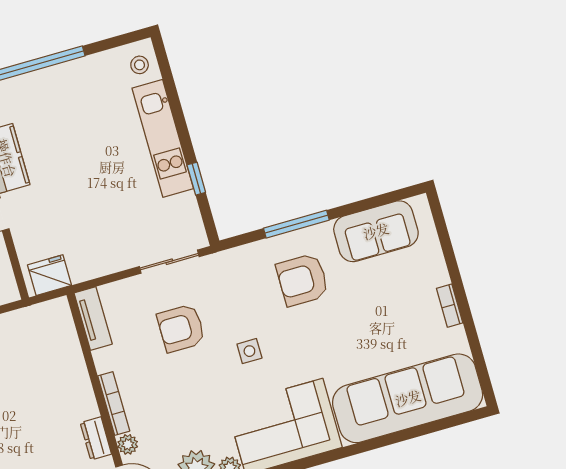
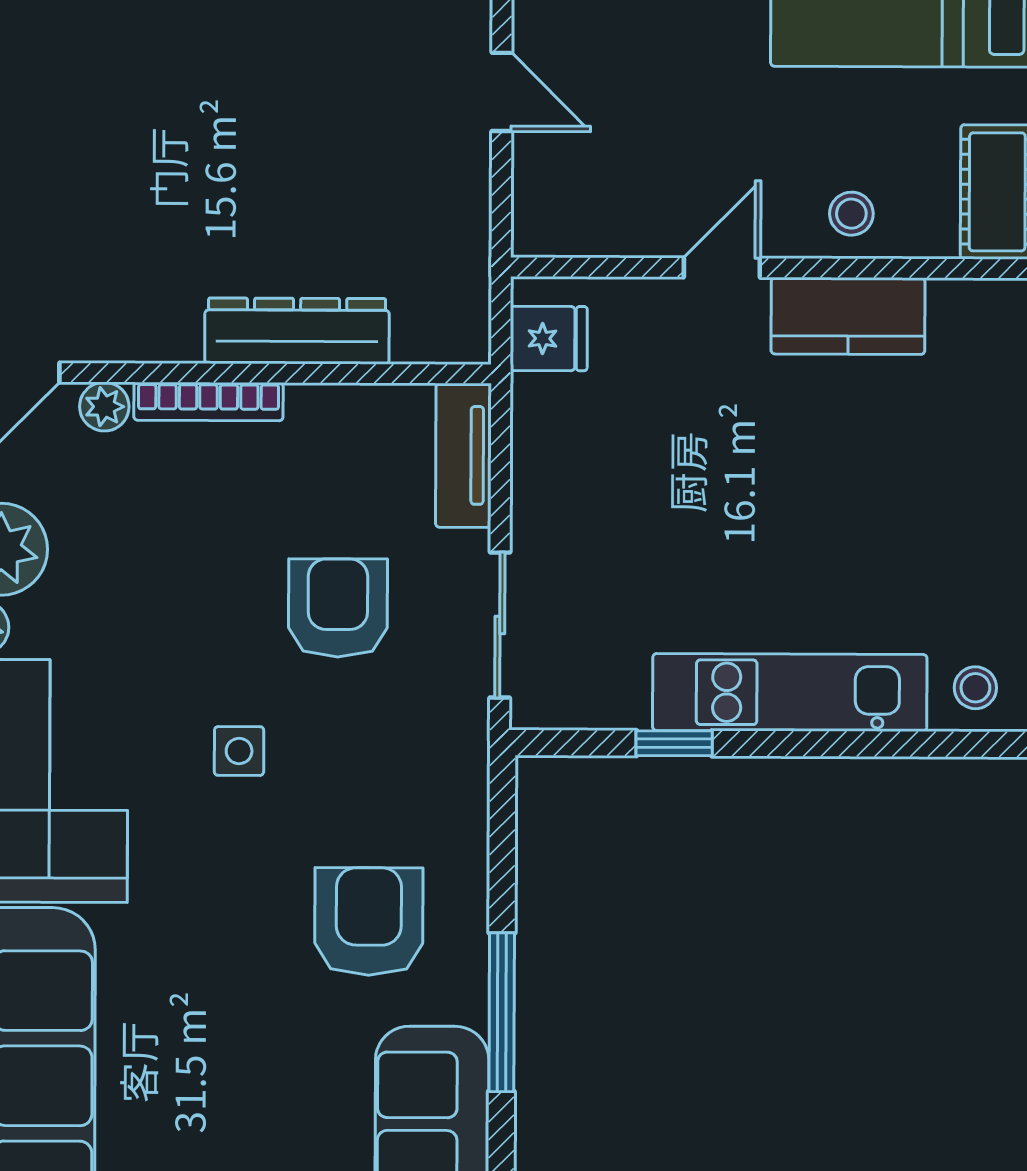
window: (296, 224) -> (502, 1012), moved
fridge: (49, 275) -> (549, 339), width x0.72
tv unit: (93, 318) -> (463, 455), moved, turned 90
dresser: (96, 438) -> (297, 331), moved, width x1.96, depth x1.24

